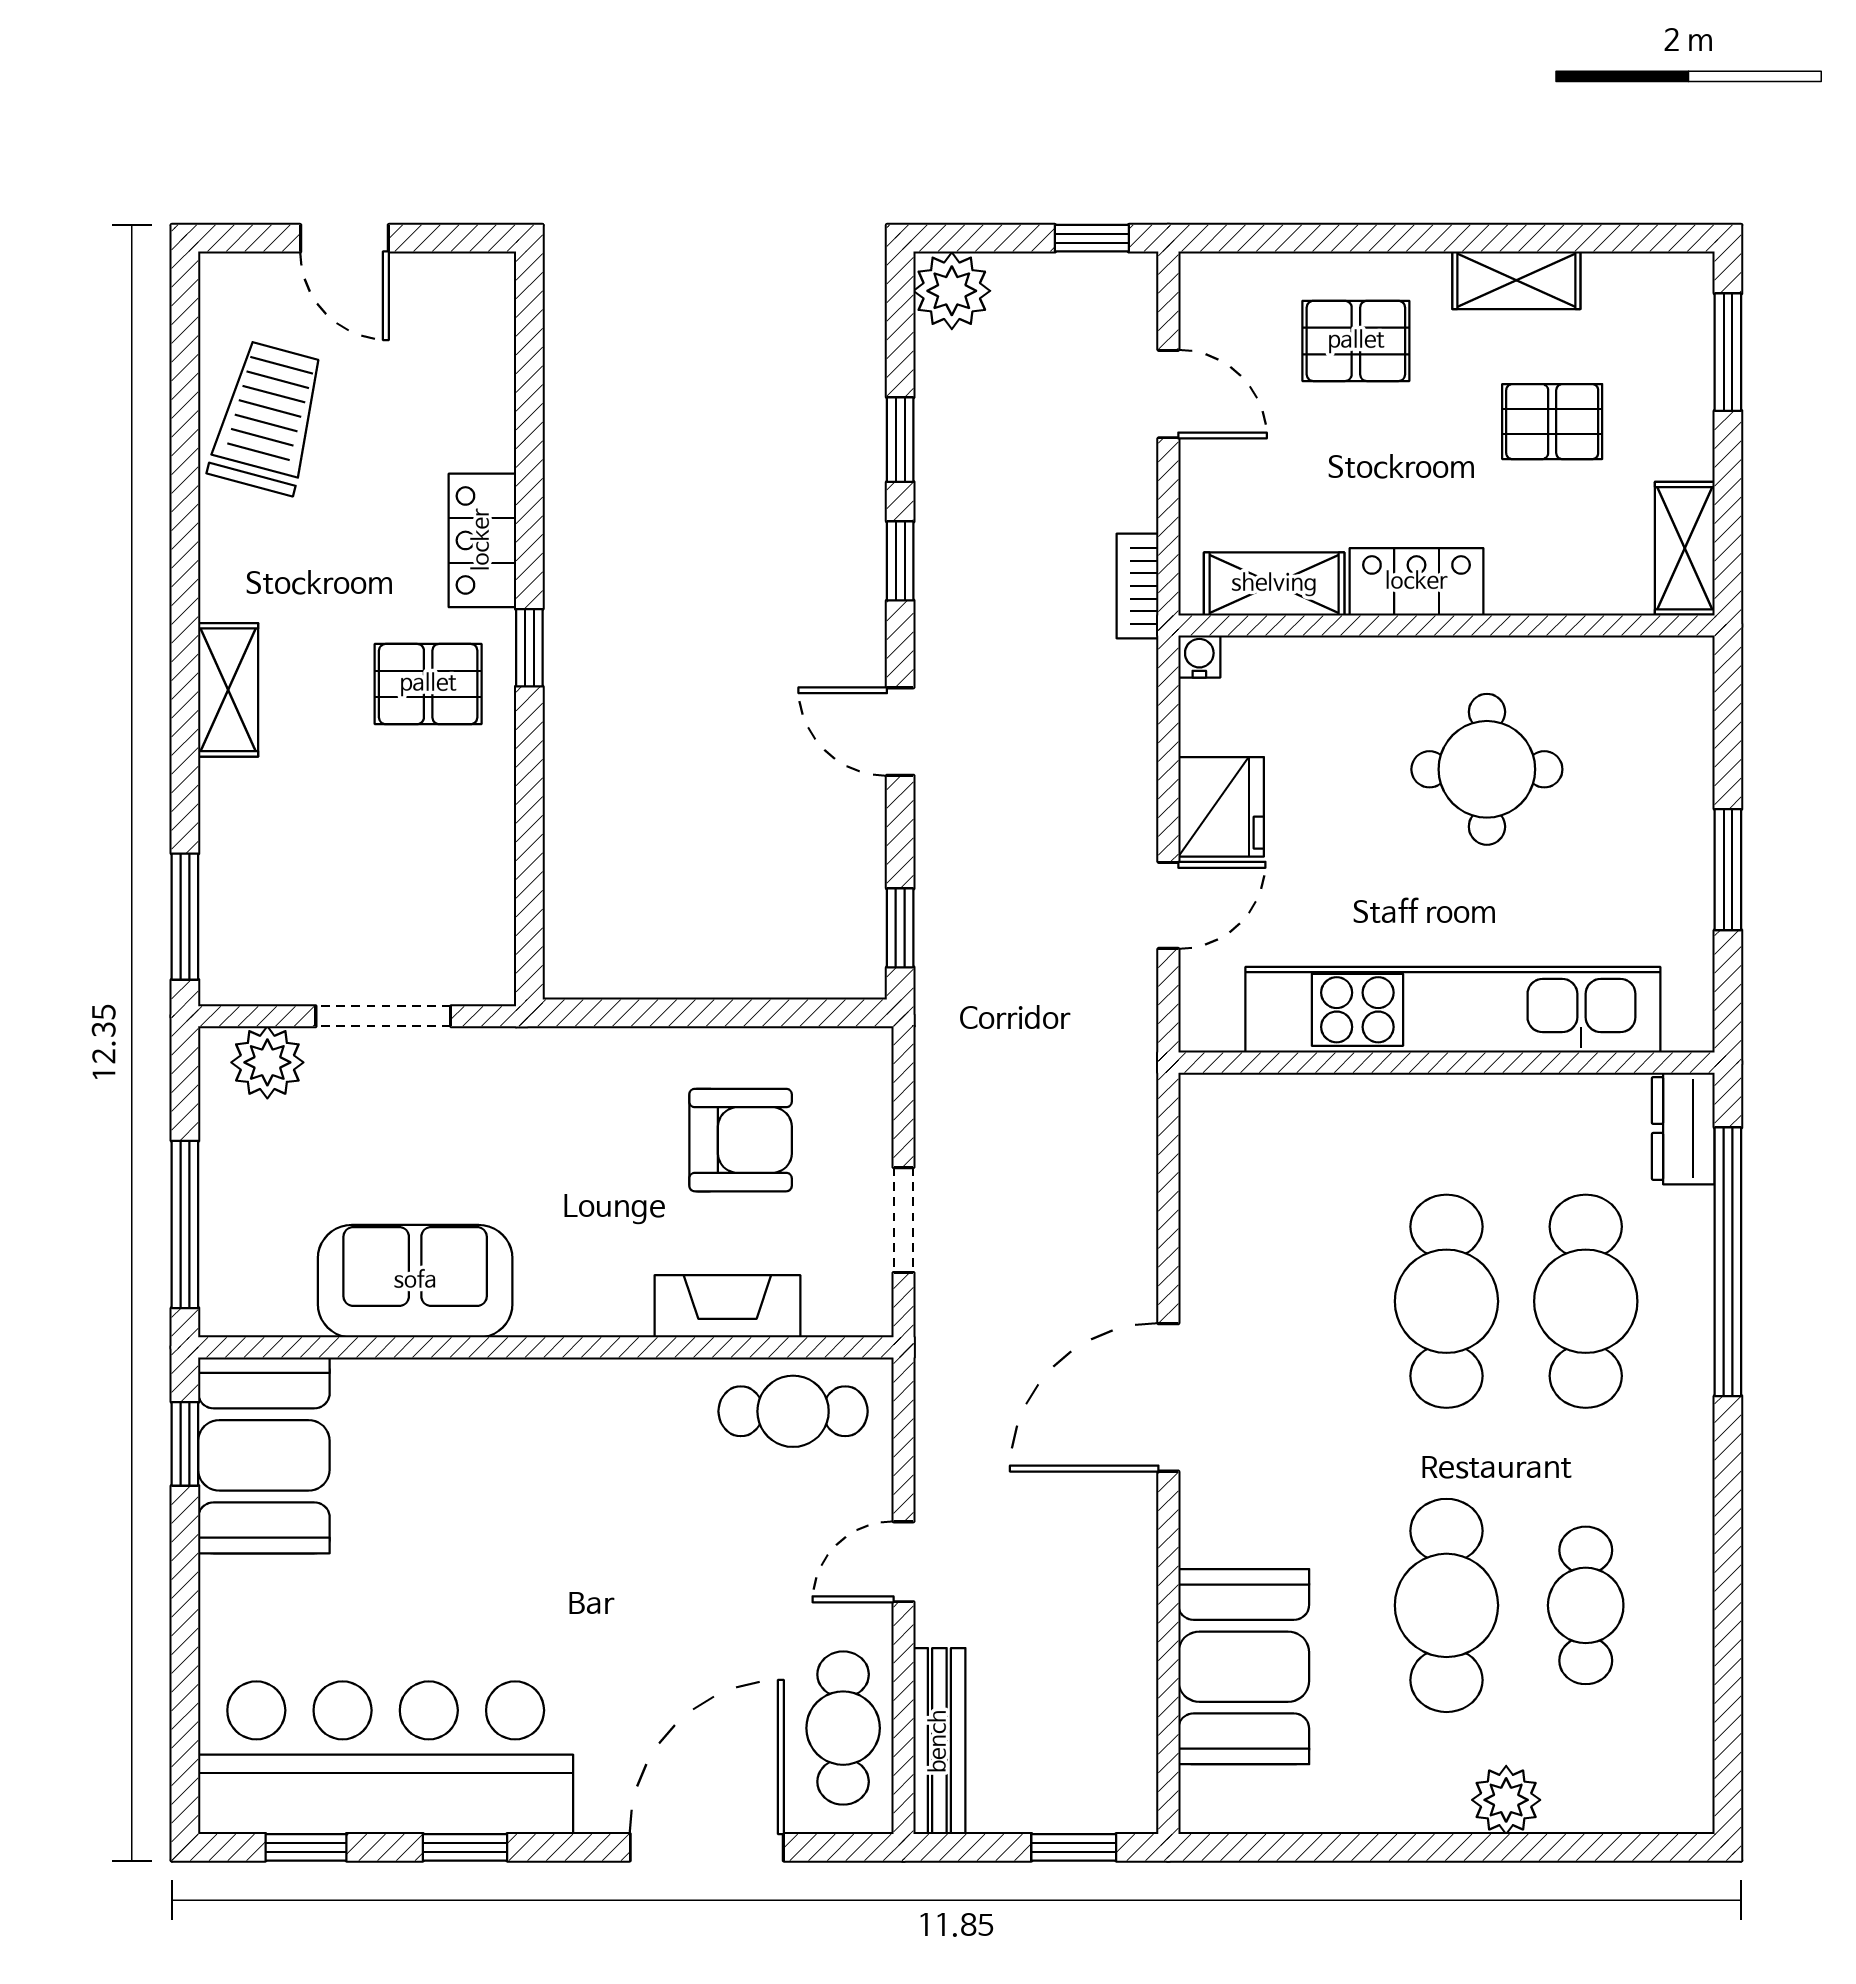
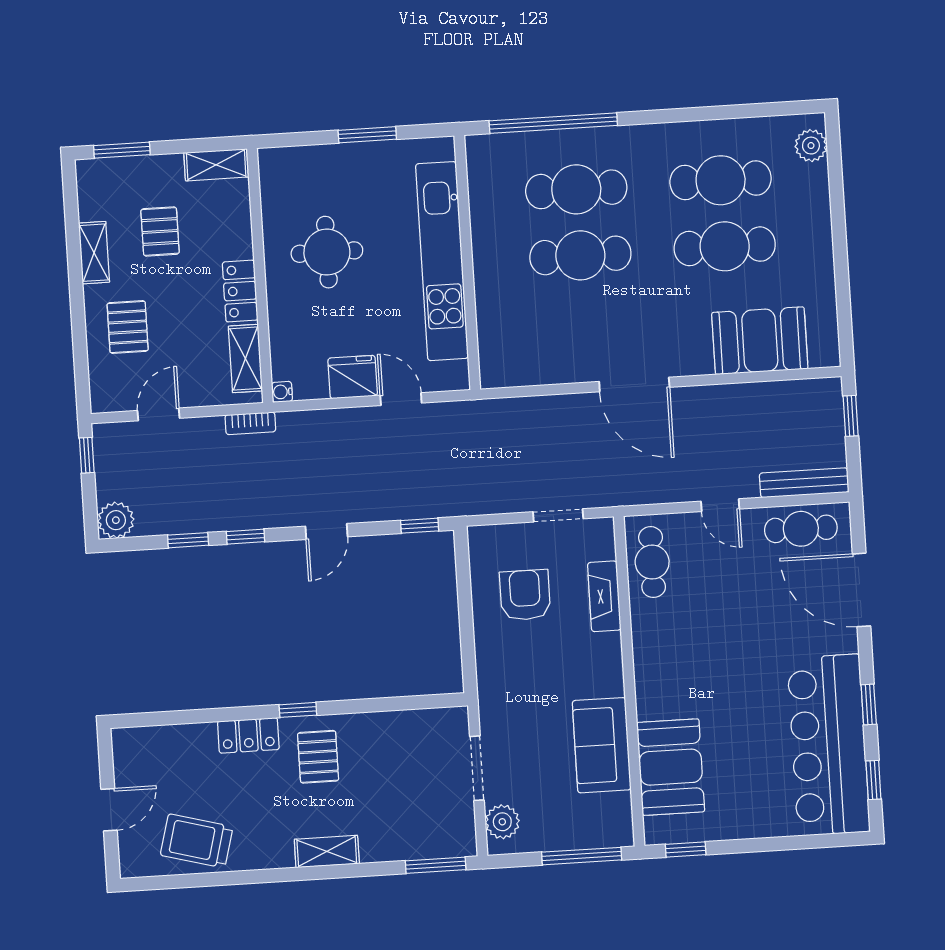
dresser: (1683, 1128) -> (491, 148), removed
booth: (264, 1455) -> (671, 767), moved, turned 90
cafe table: (1586, 1605) -> (721, 180), width x1.37, depth x1.35
plant: (1506, 1800) -> (811, 146), moved

